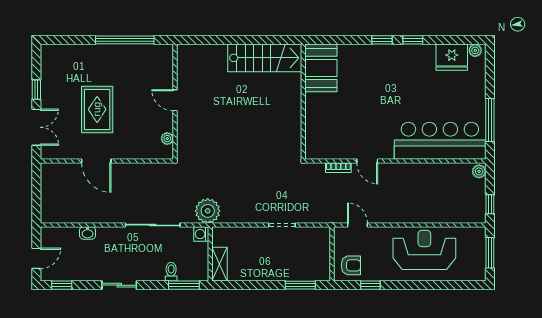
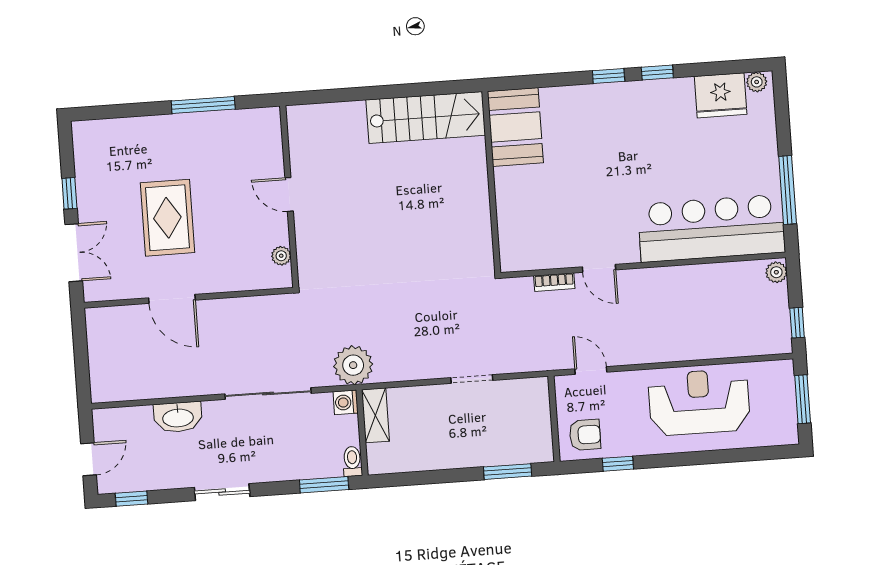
window: (125, 40) -> (203, 105), width x0.68
washbasin: (88, 233) -> (178, 417), width x1.91, depth x1.45
shelving: (219, 264) -> (375, 415), moved
toilet: (171, 272) -> (352, 461), moved

